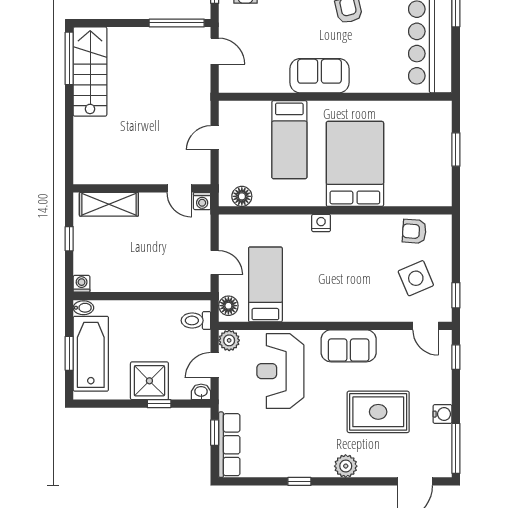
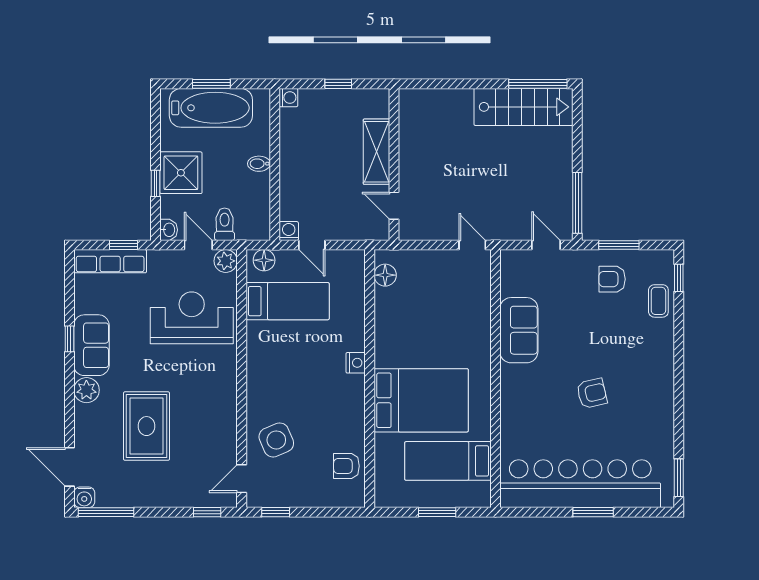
door: (215, 51) -> (546, 245), swing flipped
sofa: (320, 76) -> (519, 330), moved
door: (215, 138) -> (472, 245), moved
bed: (289, 140) -> (448, 461), moved
door: (179, 188) -> (394, 206), hinge flipped
washing machine: (202, 201) -> (289, 231), moved, turned 90
shelving: (109, 204) -> (376, 152), moved
armchair: (414, 231) -> (346, 466), turned -94
door: (215, 263) -> (312, 245), hinge flipped
side table: (416, 278) -> (276, 440), moved
bidet: (83, 308) -> (259, 164), moved, turned 90
toilet: (196, 320) -> (225, 224), moved
sofa: (349, 346) -> (91, 345), moved, turned 180
water cooler: (443, 414) -> (84, 497), moved

